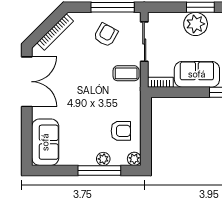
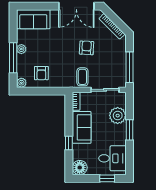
plant: (196, 24) -> (118, 116), moved
armchair: (106, 35) -> (87, 48), moved, turned -116
plant: (103, 159) -> (21, 49), moved

